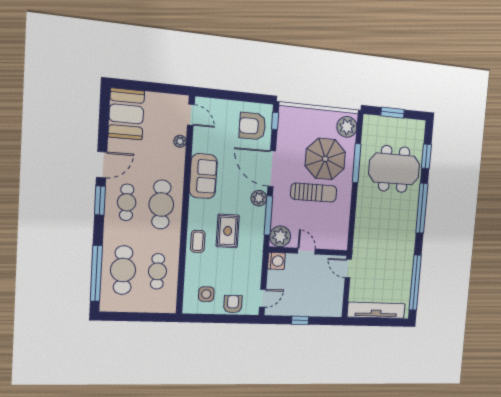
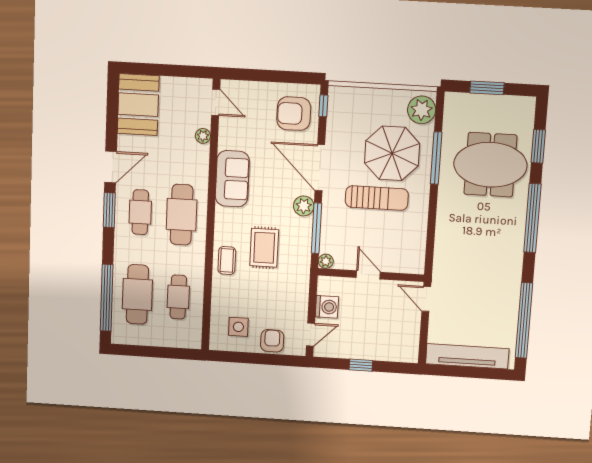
plant: (280, 236) -> (326, 261), width x0.53, depth x0.53
washing machine: (276, 261) -> (327, 307), moved

